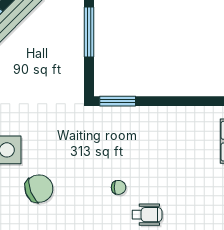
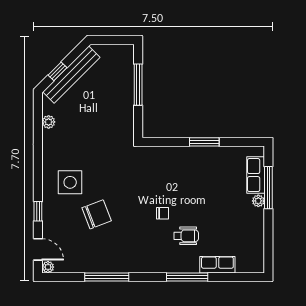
window: (118, 101) -> (204, 142), moved

